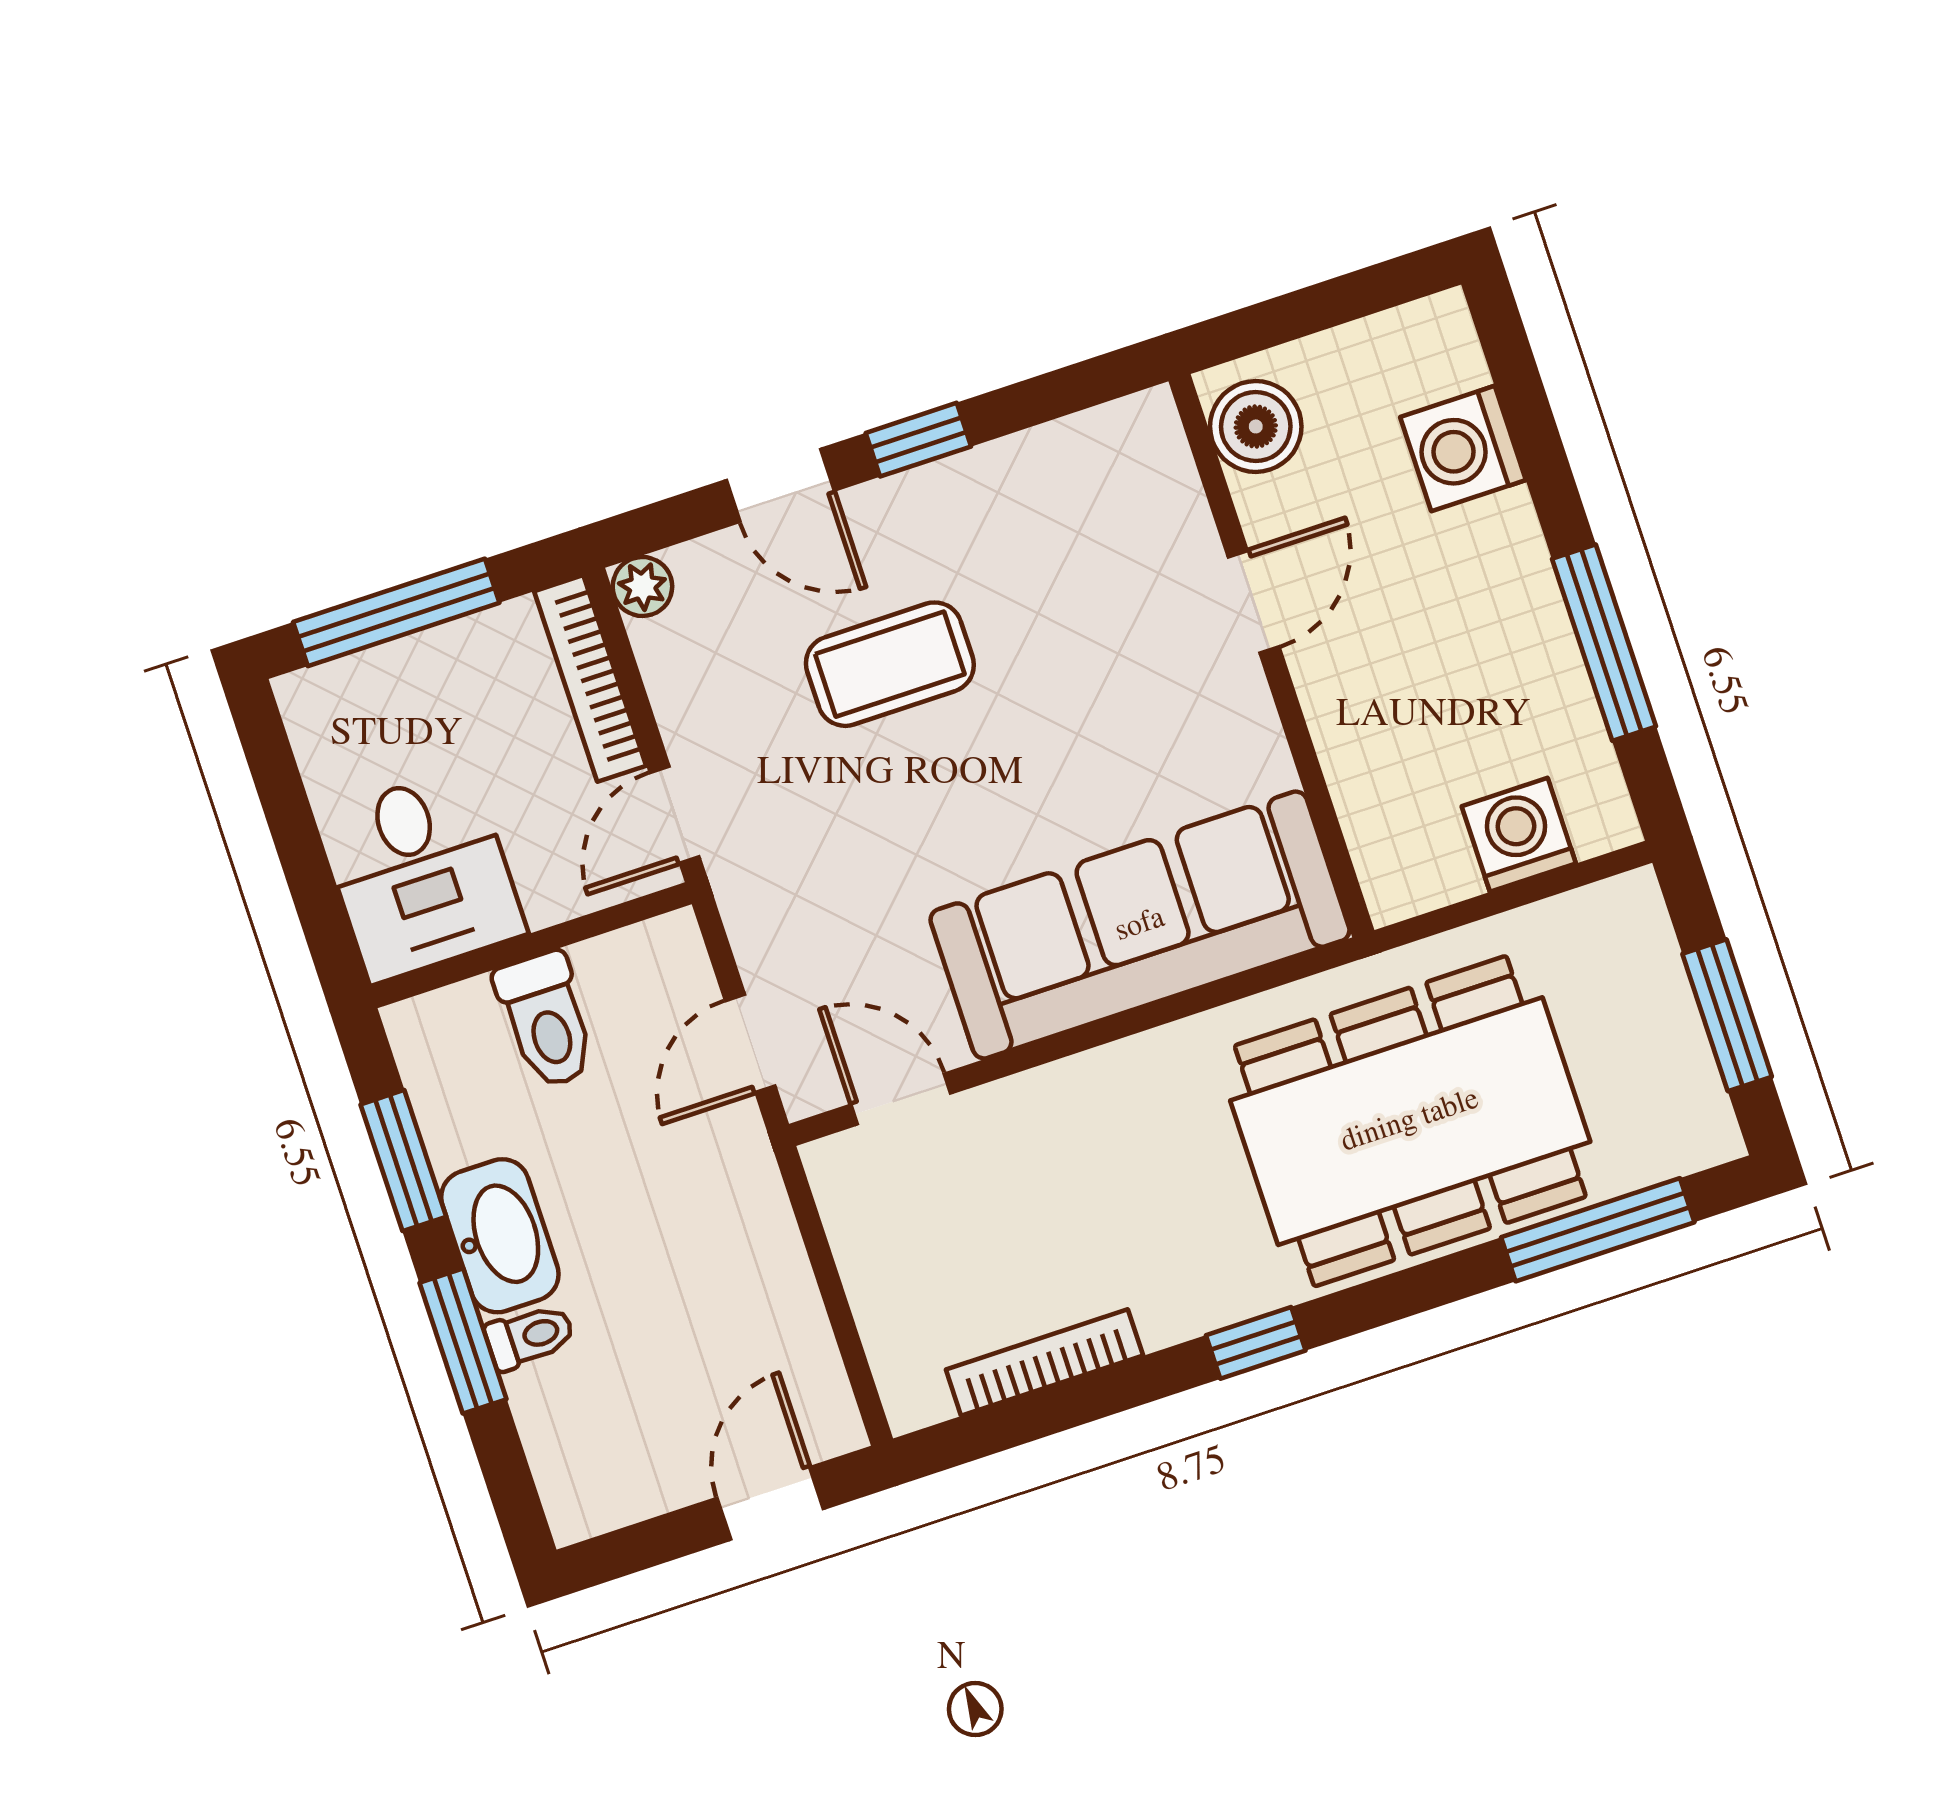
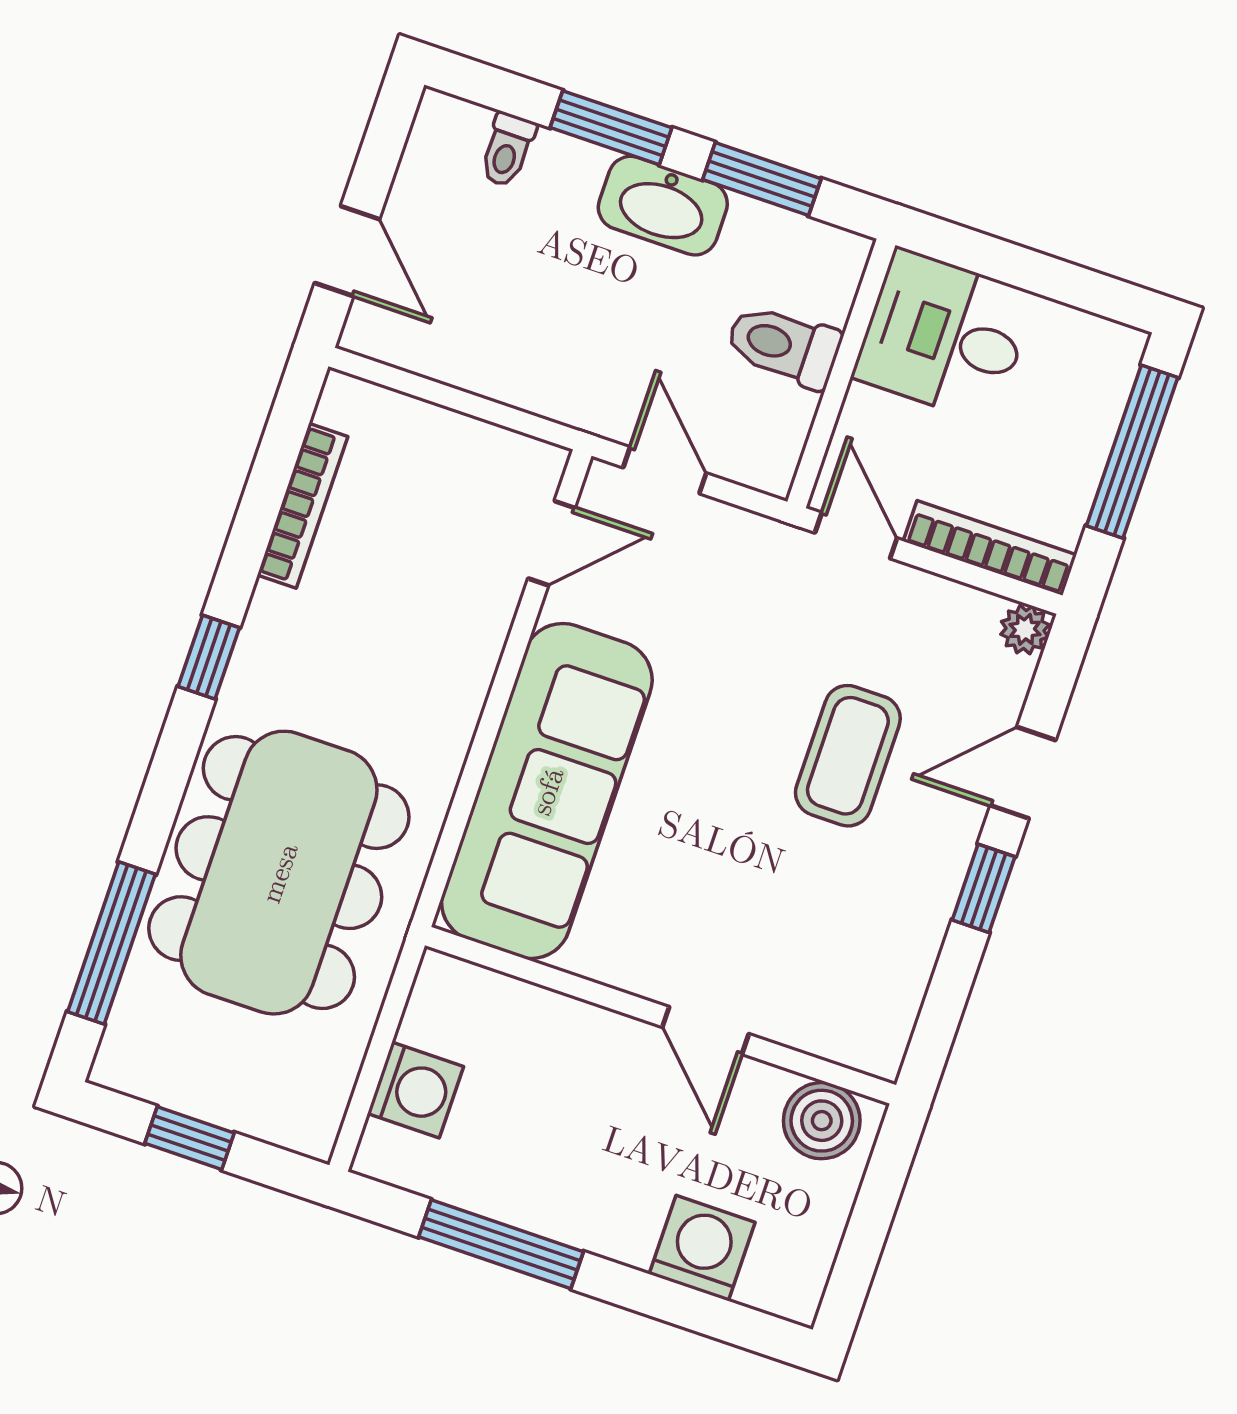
window: (1727, 1015) -> (189, 1138), width x0.67
toilet: (530, 1337) -> (507, 150), moved

